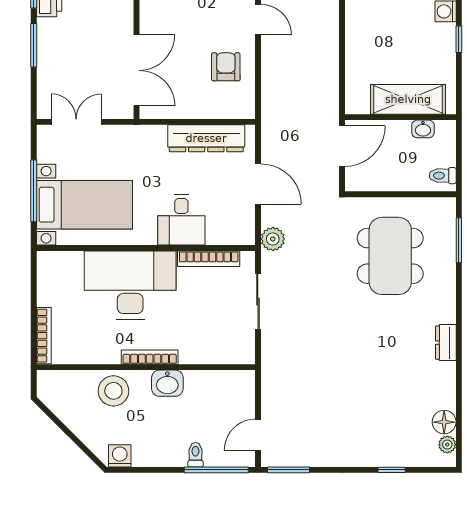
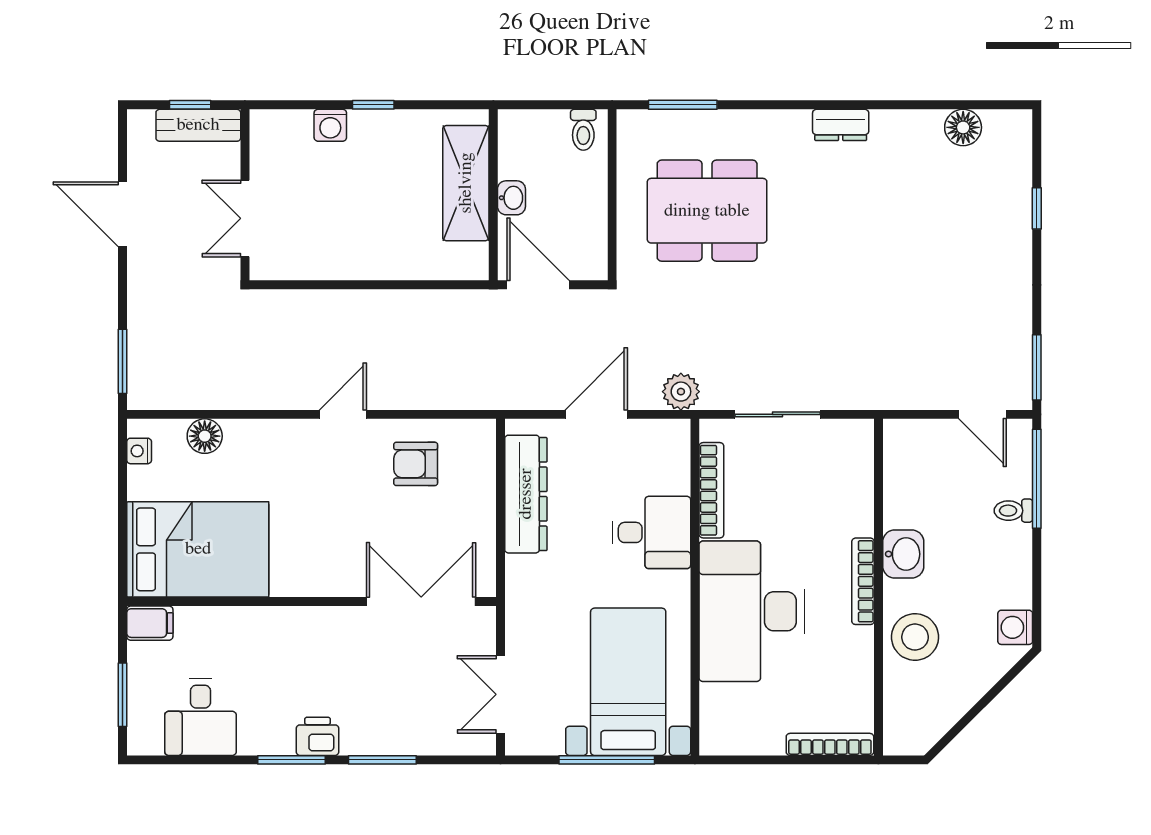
washbasin: (423, 129) -> (511, 198), moved
plant: (447, 445) -> (998, 123), removed

